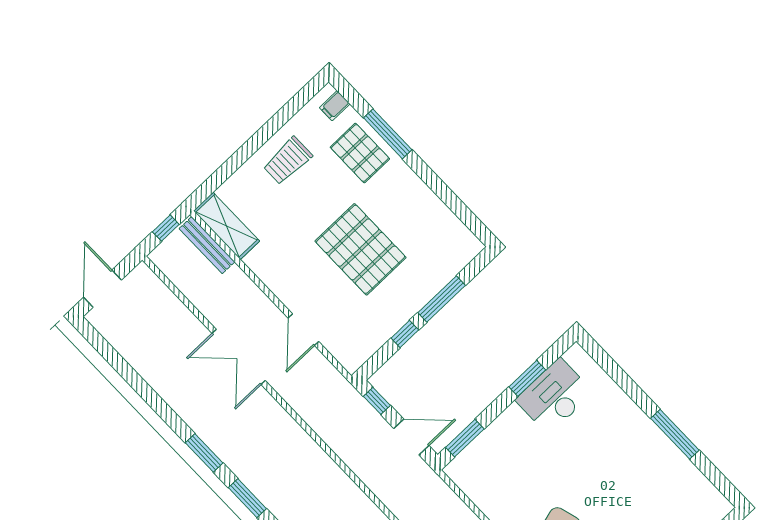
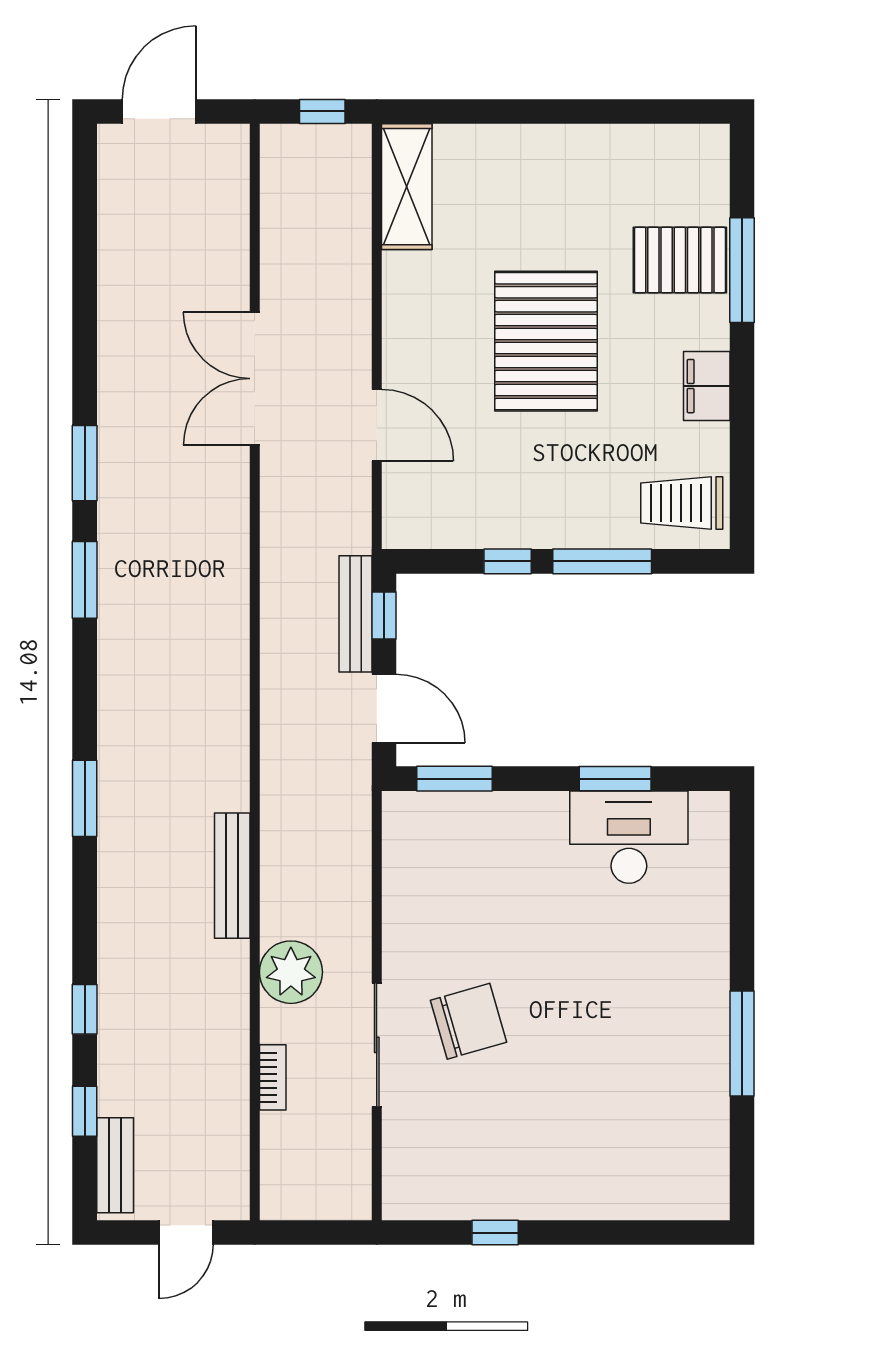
filing cabinet: (335, 106) -> (707, 386), moved, width x2.00
pallet: (360, 153) -> (680, 260), turned 90
trolley: (288, 161) -> (682, 503), moved
bench: (207, 245) -> (356, 614), moved
pallet: (361, 249) -> (546, 341), moved
door: (303, 330) -> (377, 425), swing flipped

